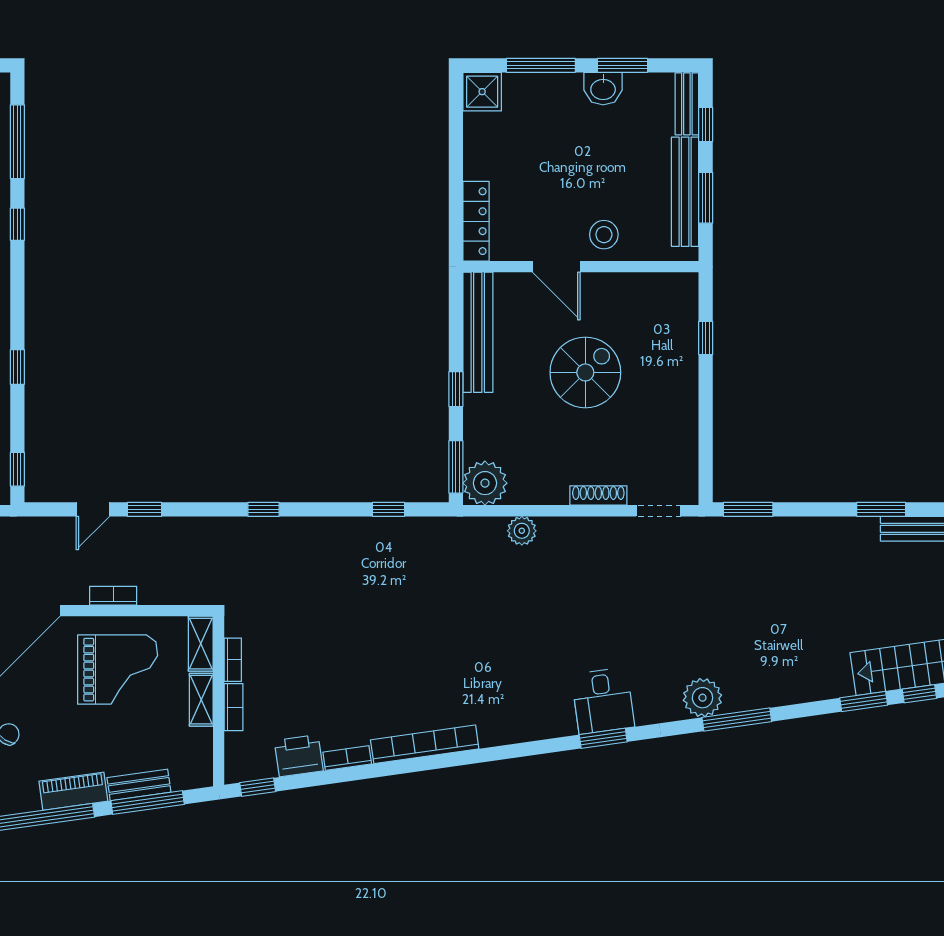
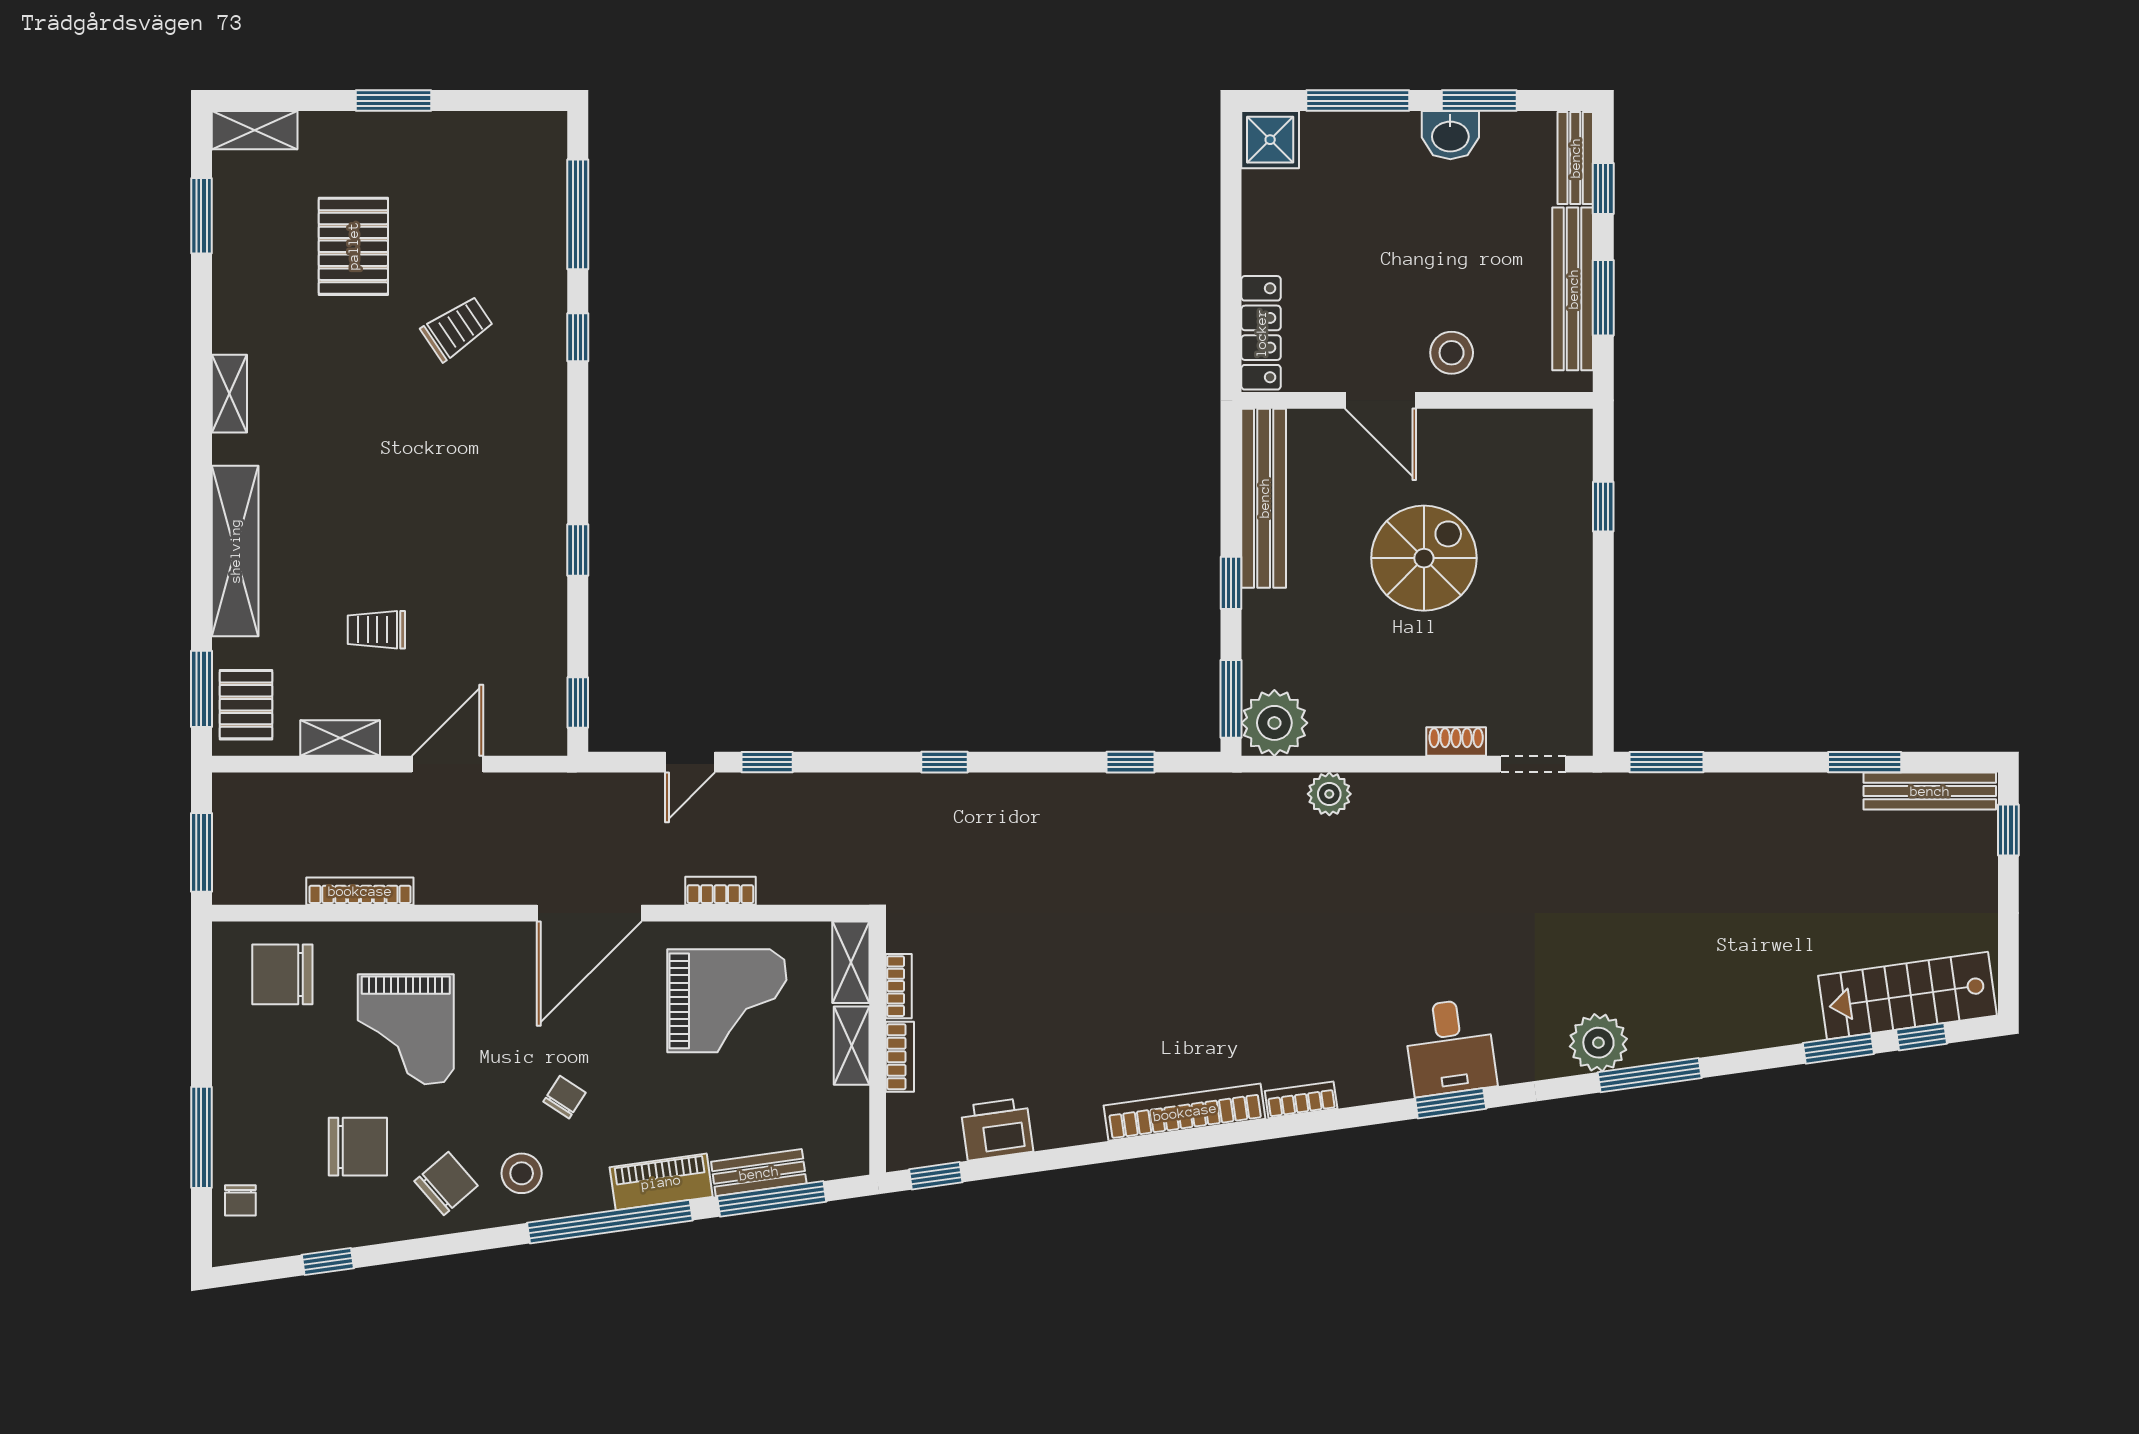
shoe rack: (598, 496) -> (1456, 741), width x0.70
bookcase: (347, 758) -> (1301, 1100), moved

